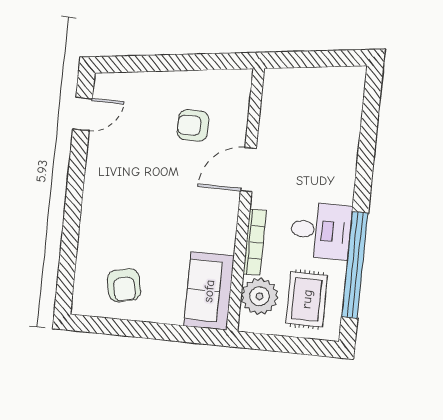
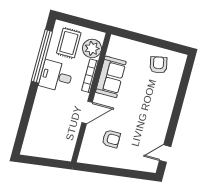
sofa: (209, 291) -> (111, 77), moved

